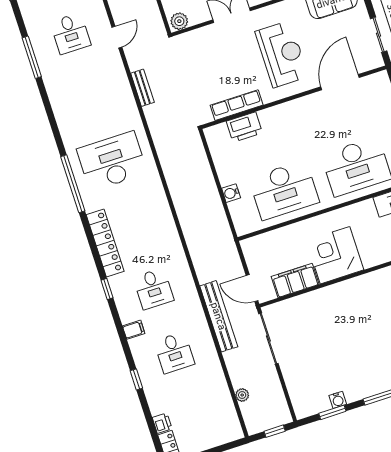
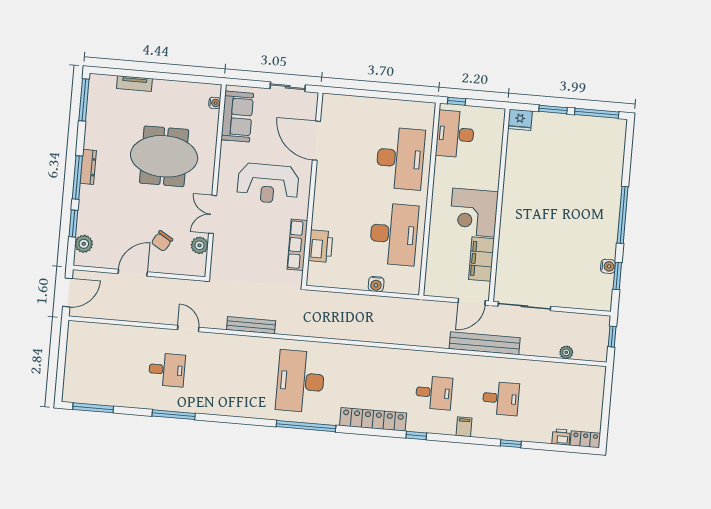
plant: (179, 21) -> (199, 245), moved
reception desk: (282, 54) -> (268, 183), turned 180
bench: (142, 88) -> (251, 325), width x1.36

